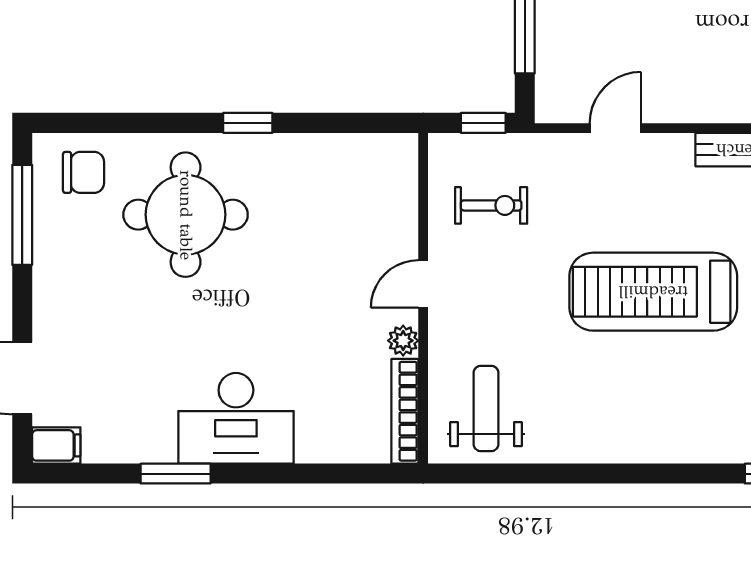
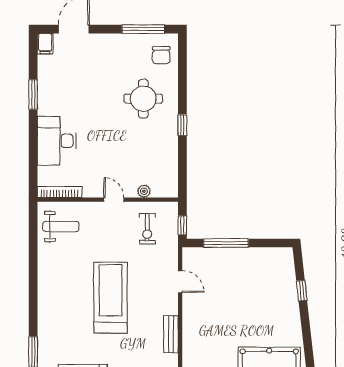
round table: (186, 215) -> (143, 99), width x0.73, depth x0.73
plant: (403, 341) -> (144, 191), moved
desk: (236, 418) -> (57, 141), moved

